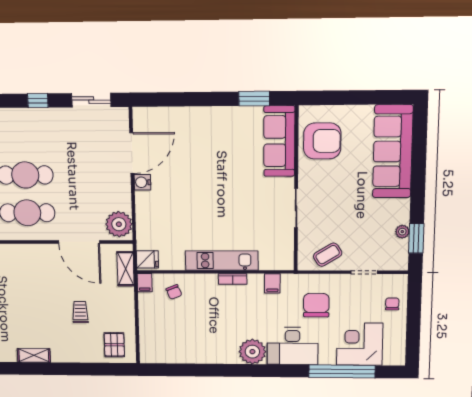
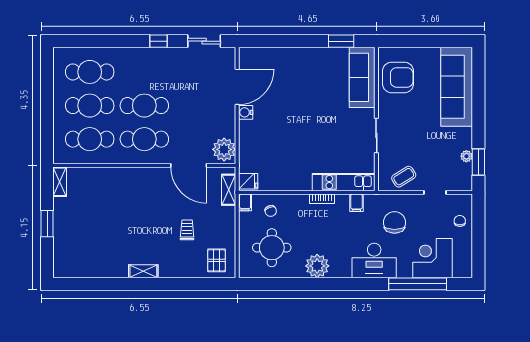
kitchen unit: (222, 261) -> (344, 182), moved
round table: (176, 332) -> (272, 248), added
plant: (252, 352) -> (317, 266), moved

